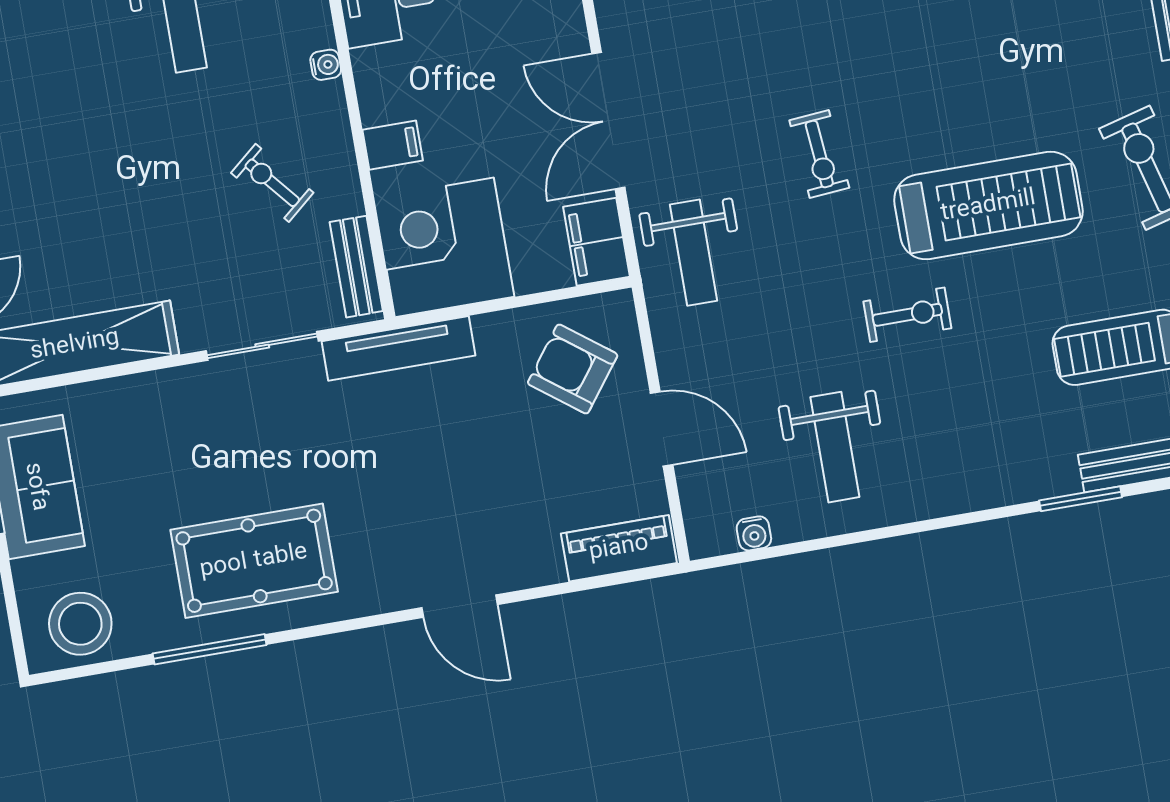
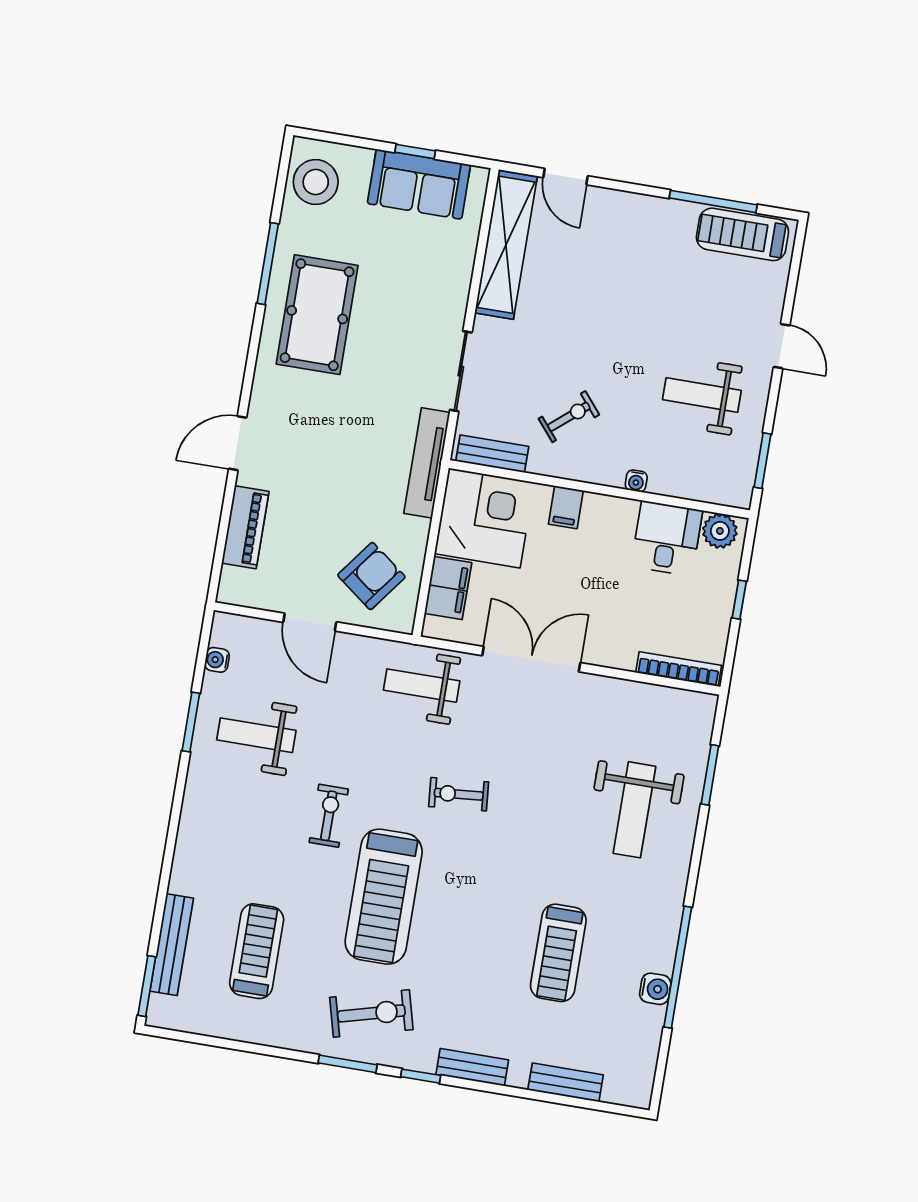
filing cabinet: (596, 242) -> (448, 588), moved, turned 90
exercise bike: (907, 315) -> (329, 816), turned 180
door: (662, 429) -> (310, 622), hinge flipped
window: (1081, 499) -> (191, 722), moved
piano: (619, 548) -> (245, 527), moved

